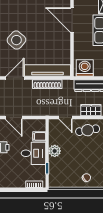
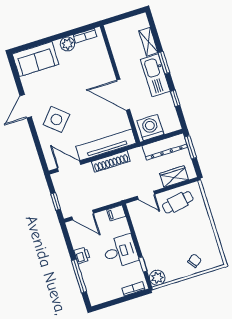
door: (72, 20) -> (123, 95), moved
door: (15, 78) -> (69, 166), hinge flipped
filing cabinet: (39, 136) -> (116, 213), moved
plant: (55, 151) -> (157, 278), moved

